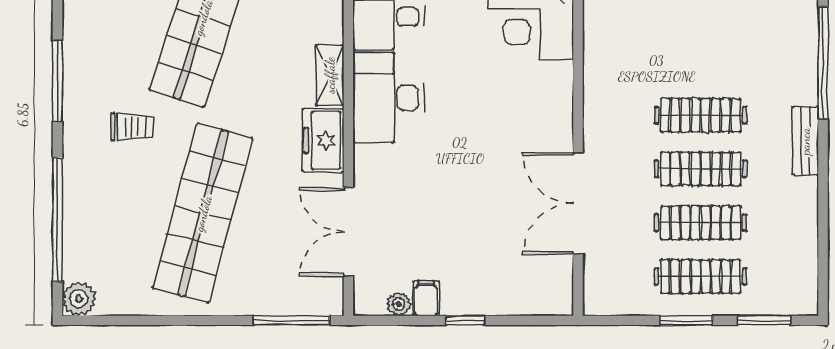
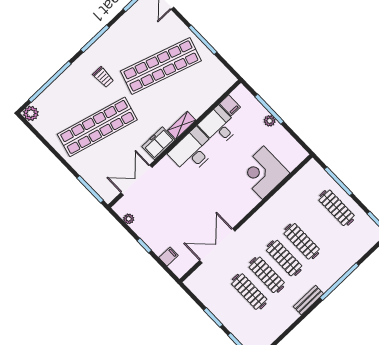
clothes rail: (701, 277) -> (302, 241), moved
filing cabinet: (426, 298) -> (169, 257), moved

